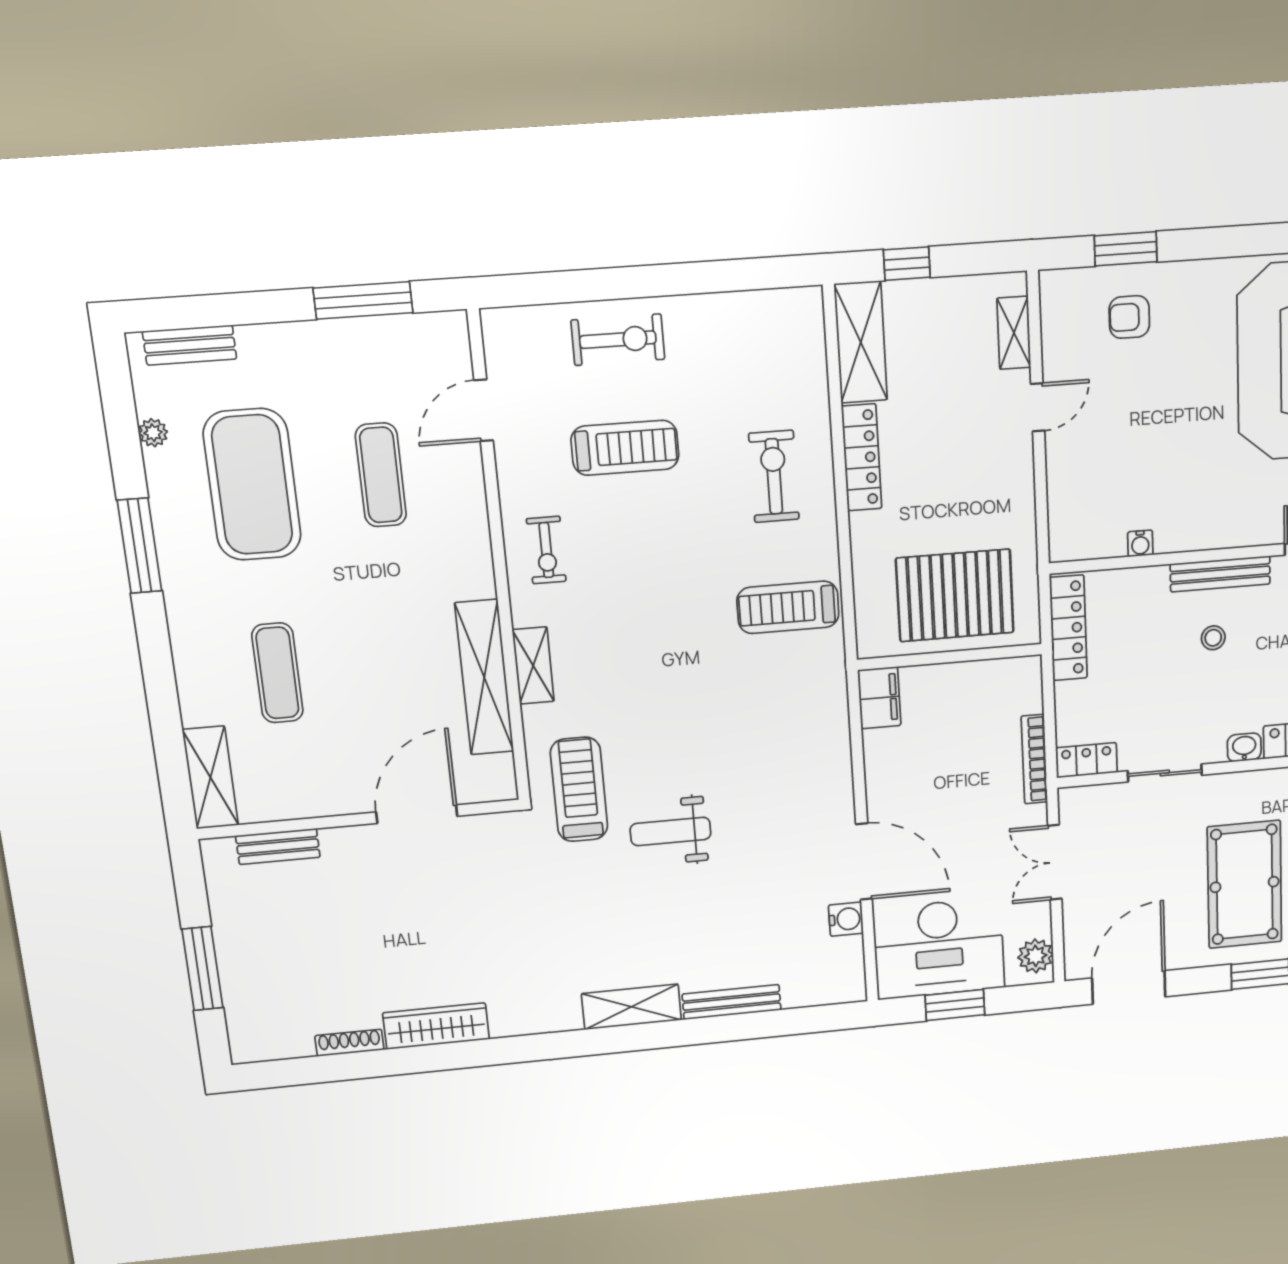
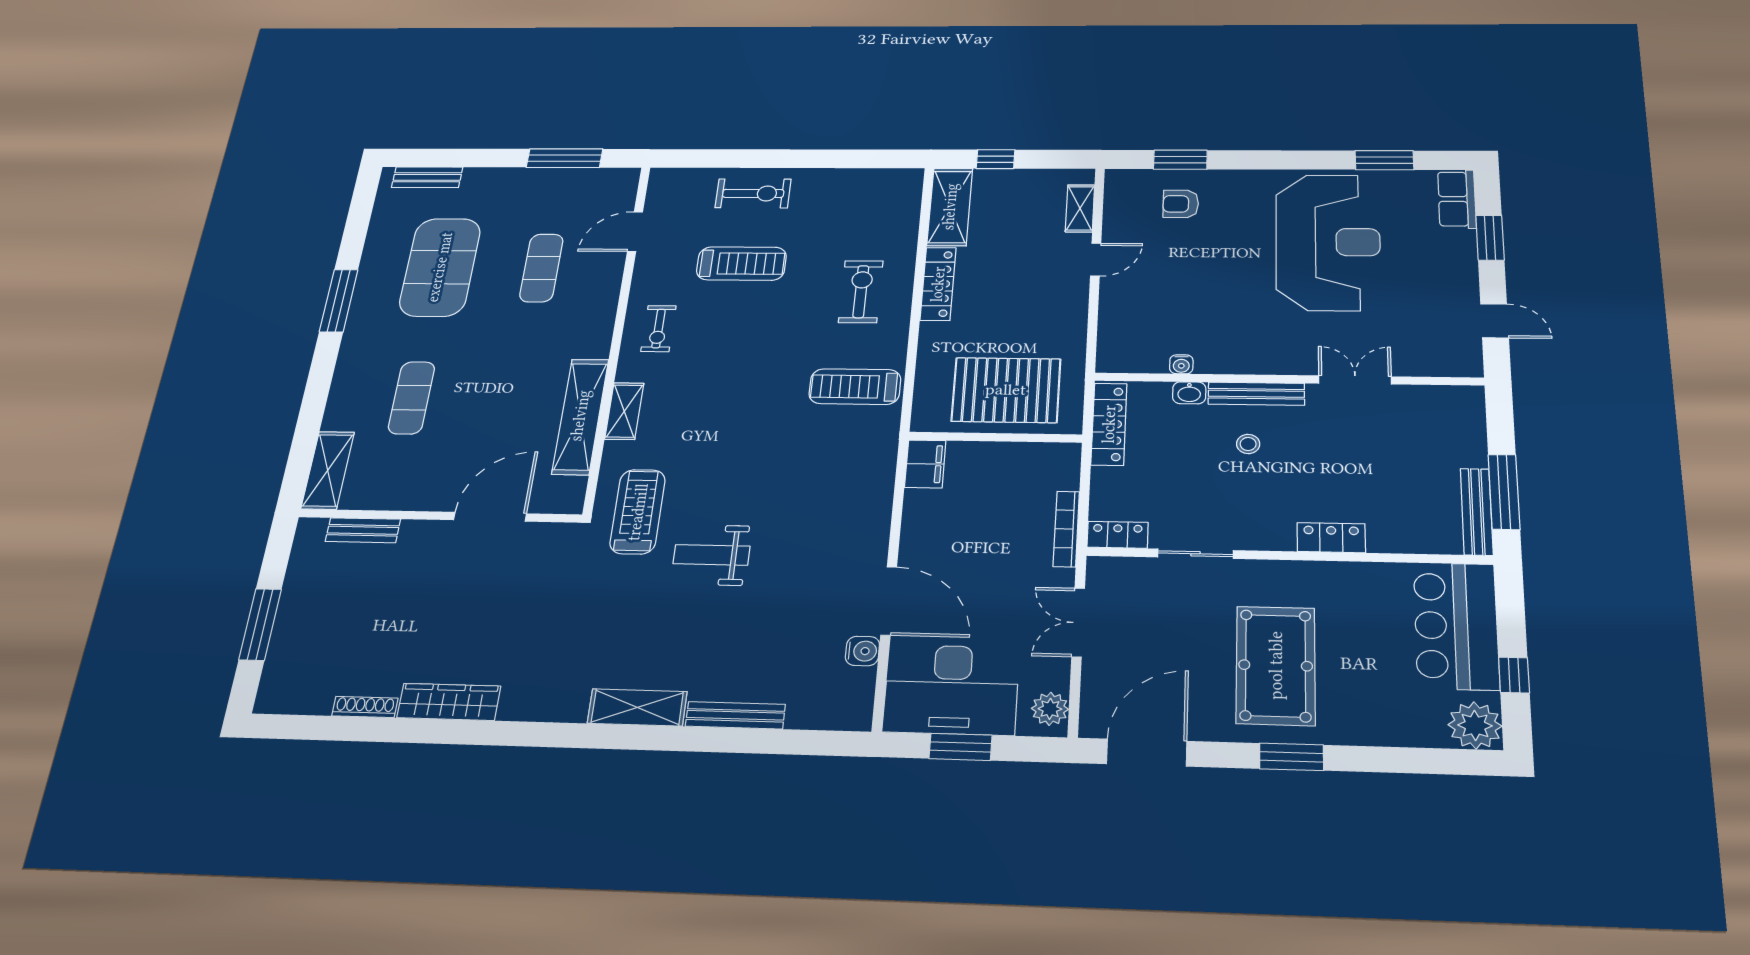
plant: (153, 433) -> (379, 229), removed
washbasin: (1244, 747) -> (1189, 393), moved, turned 180

